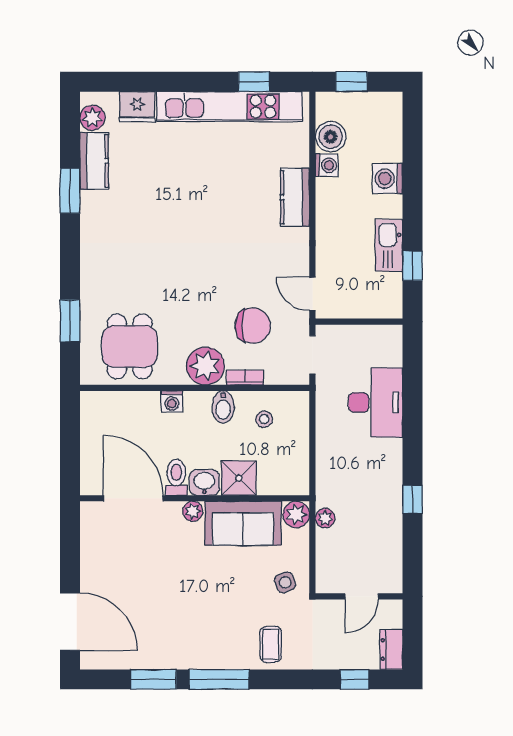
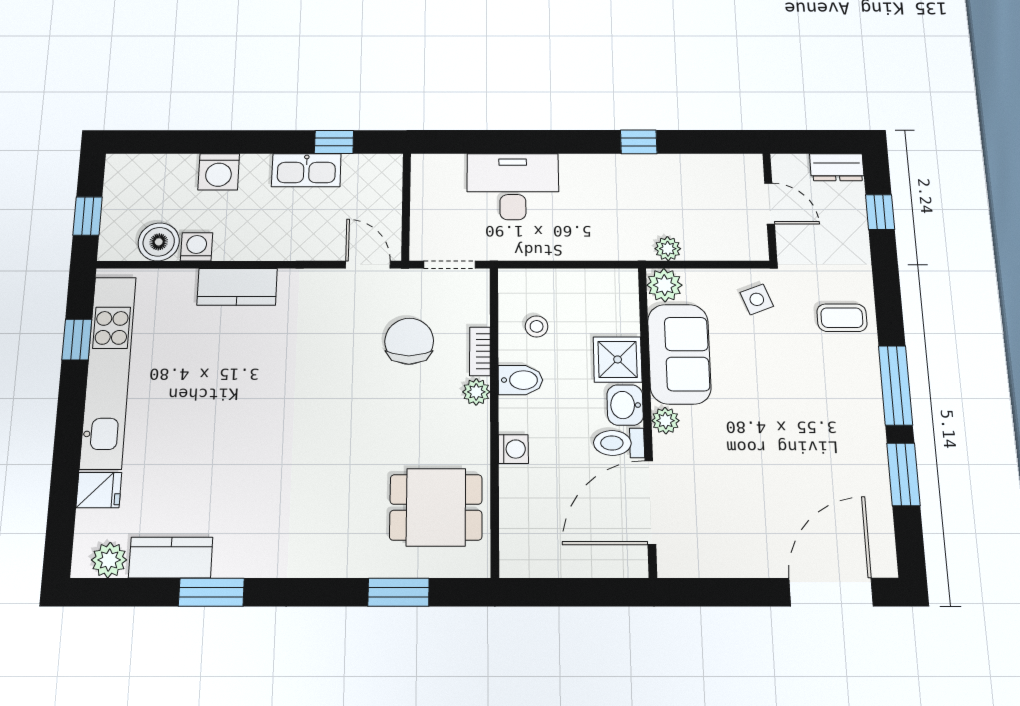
fridge: (137, 107) -> (99, 490), width x0.72
door: (312, 294) -> (368, 265), swing flipped
plant: (205, 366) -> (476, 392), width x0.53, depth x0.53

